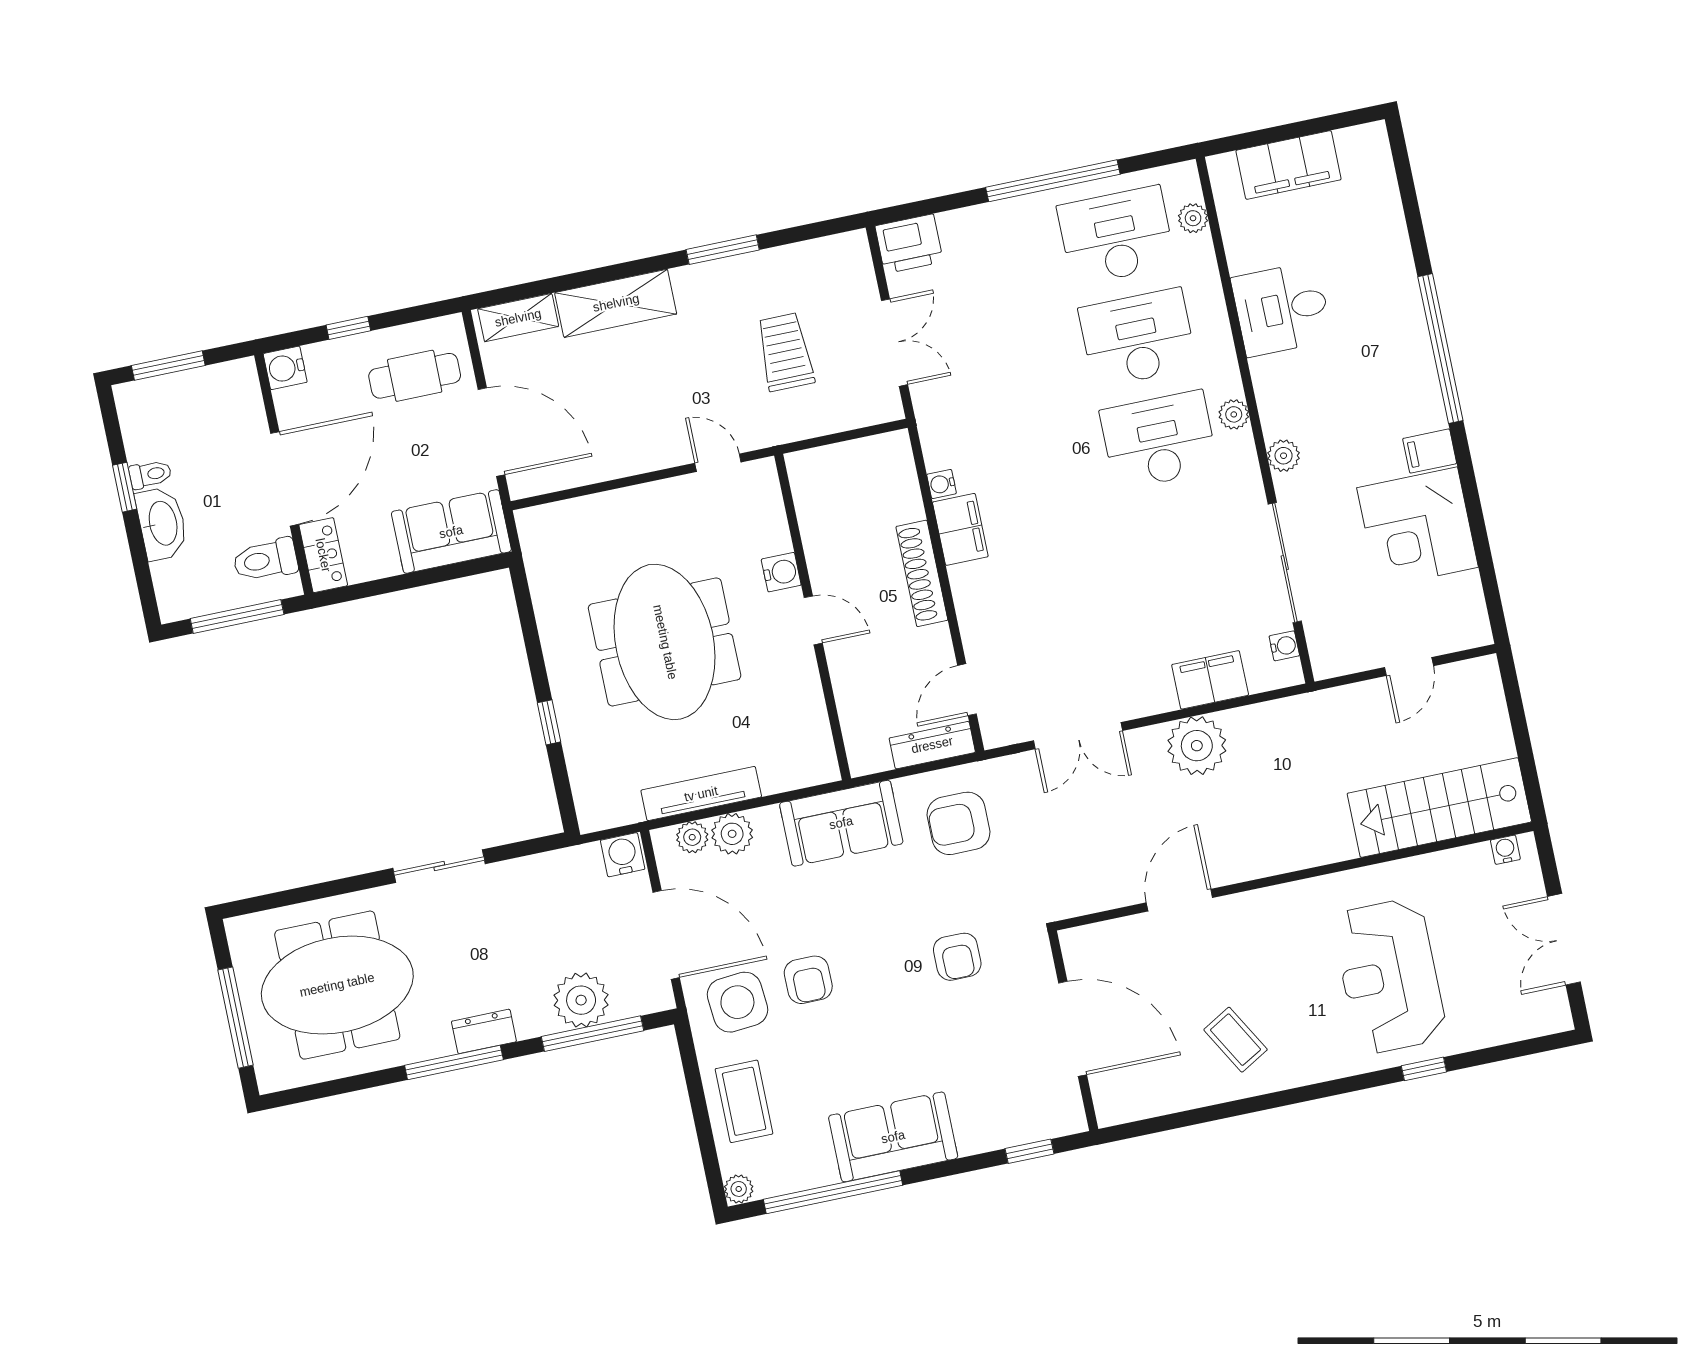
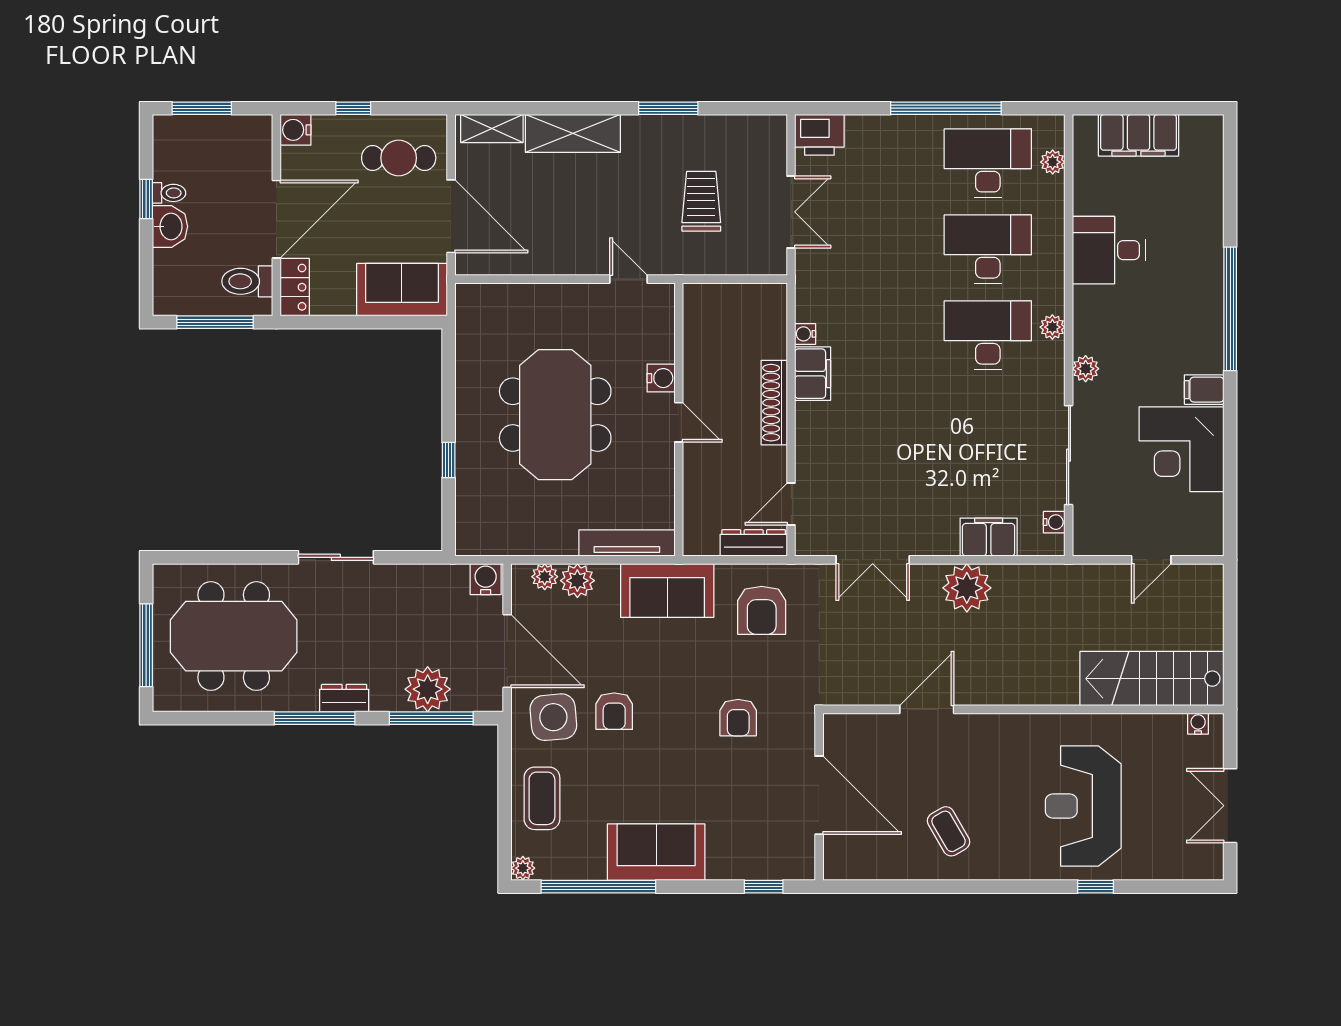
washbasin: (162, 523) -> (170, 226), width x0.72
tv unit: (701, 794) -> (627, 543), moved
armchair: (959, 823) -> (762, 610), turned -90

